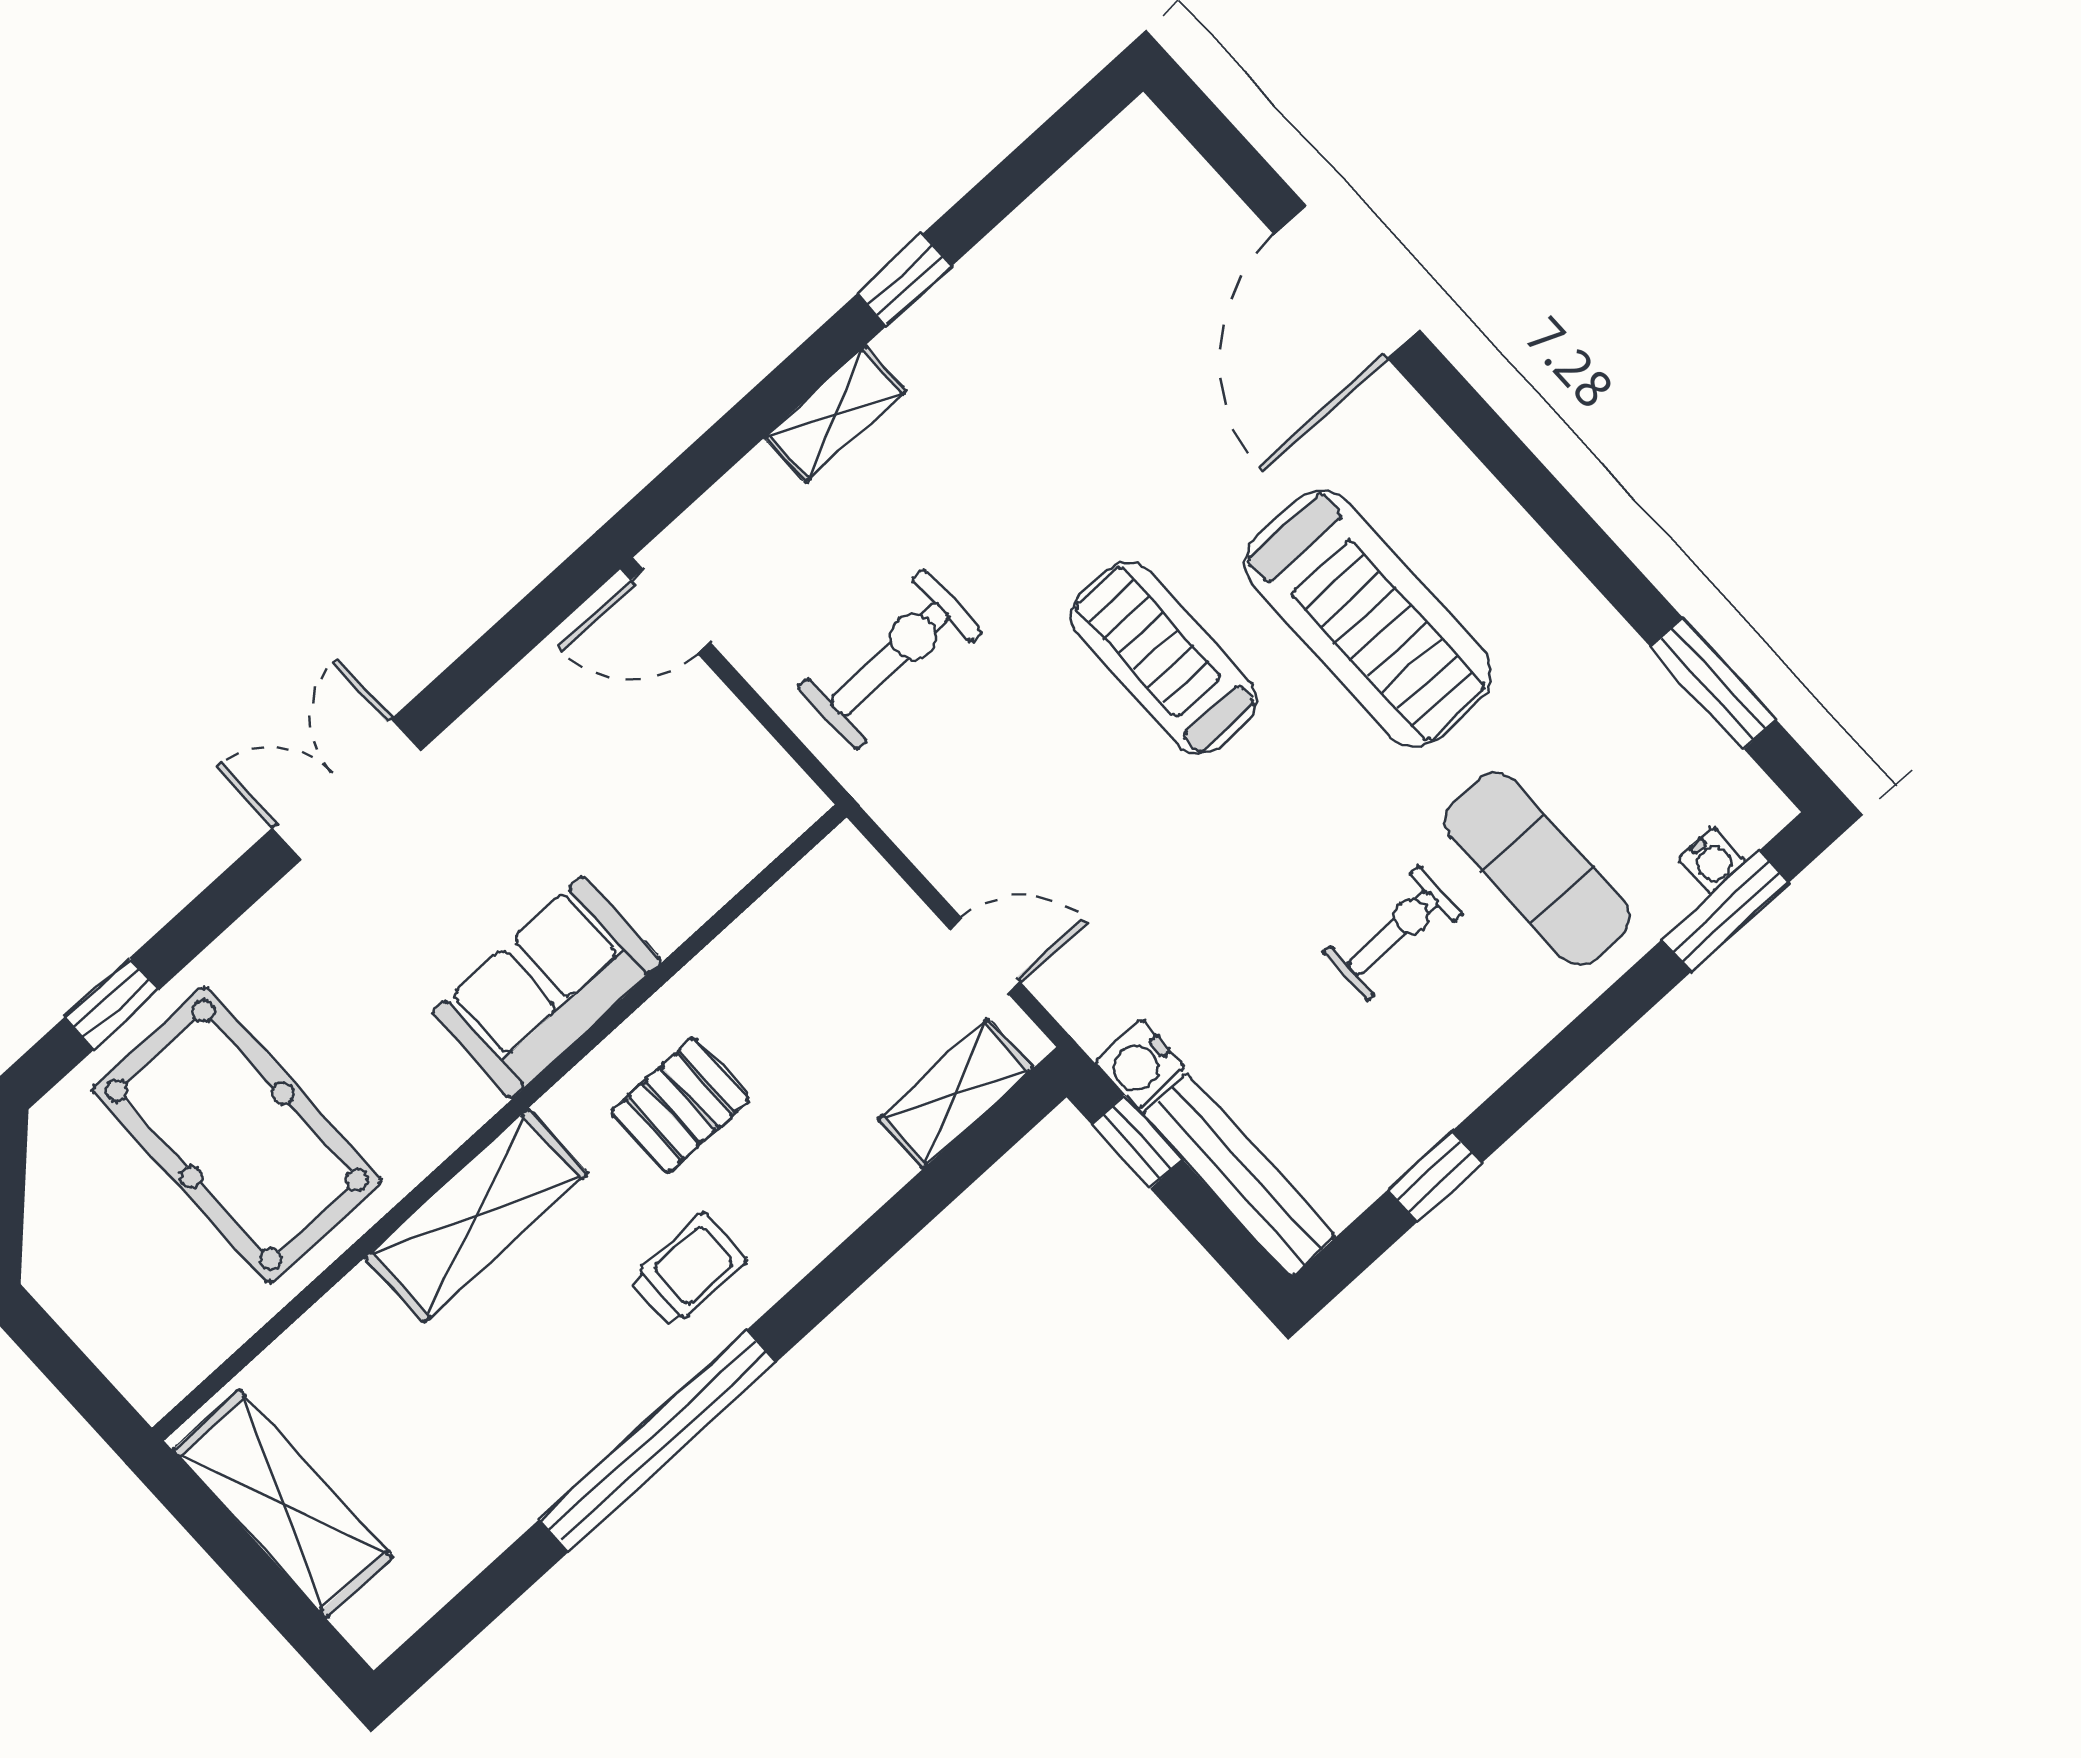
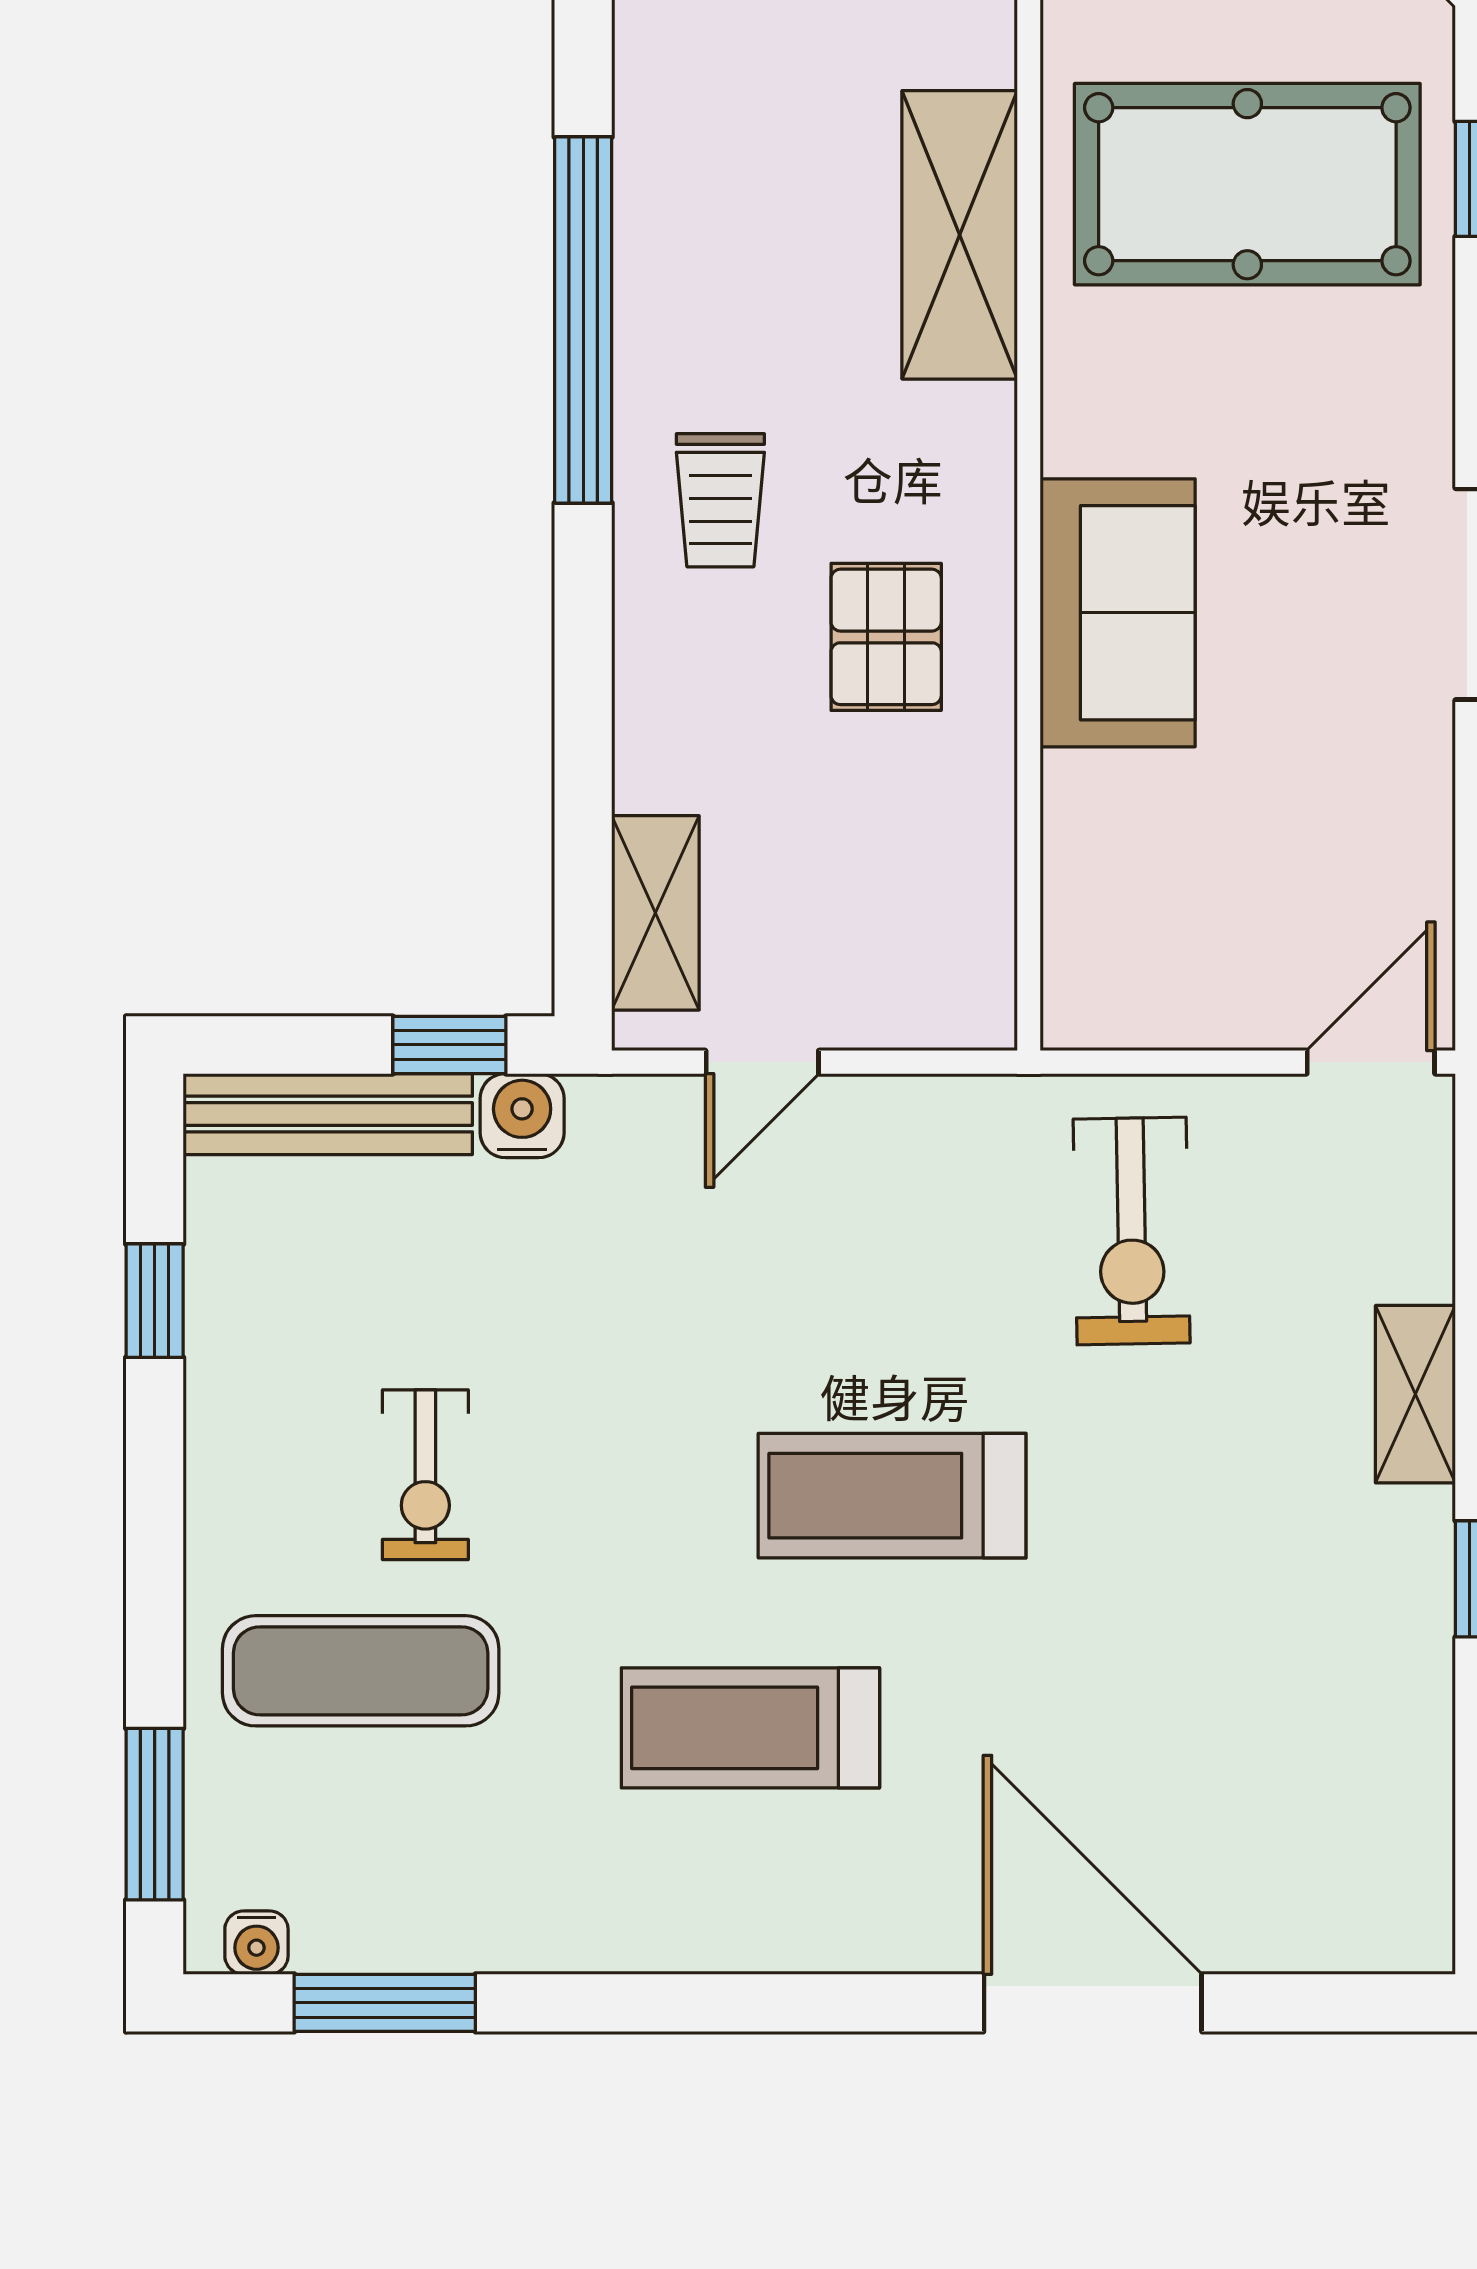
treadmill: (1368, 618) -> (750, 1728), width x0.73, depth x0.73
treadmill: (1163, 658) -> (892, 1496), turned 180
water cooler: (1712, 861) -> (256, 1943), moved, turned -90
shelving: (476, 1216) -> (960, 235), moved

